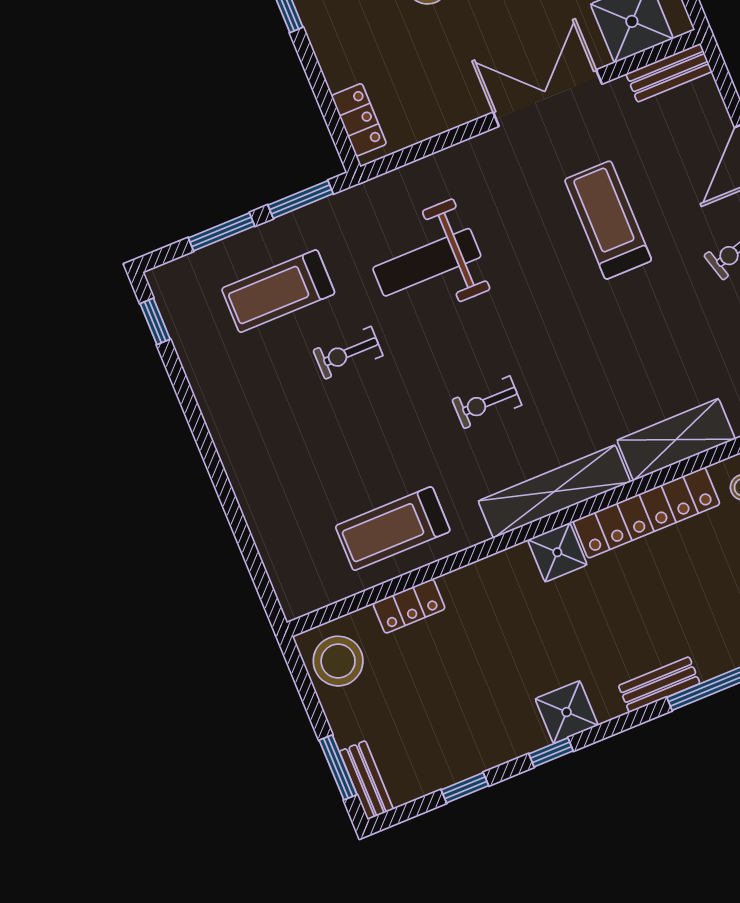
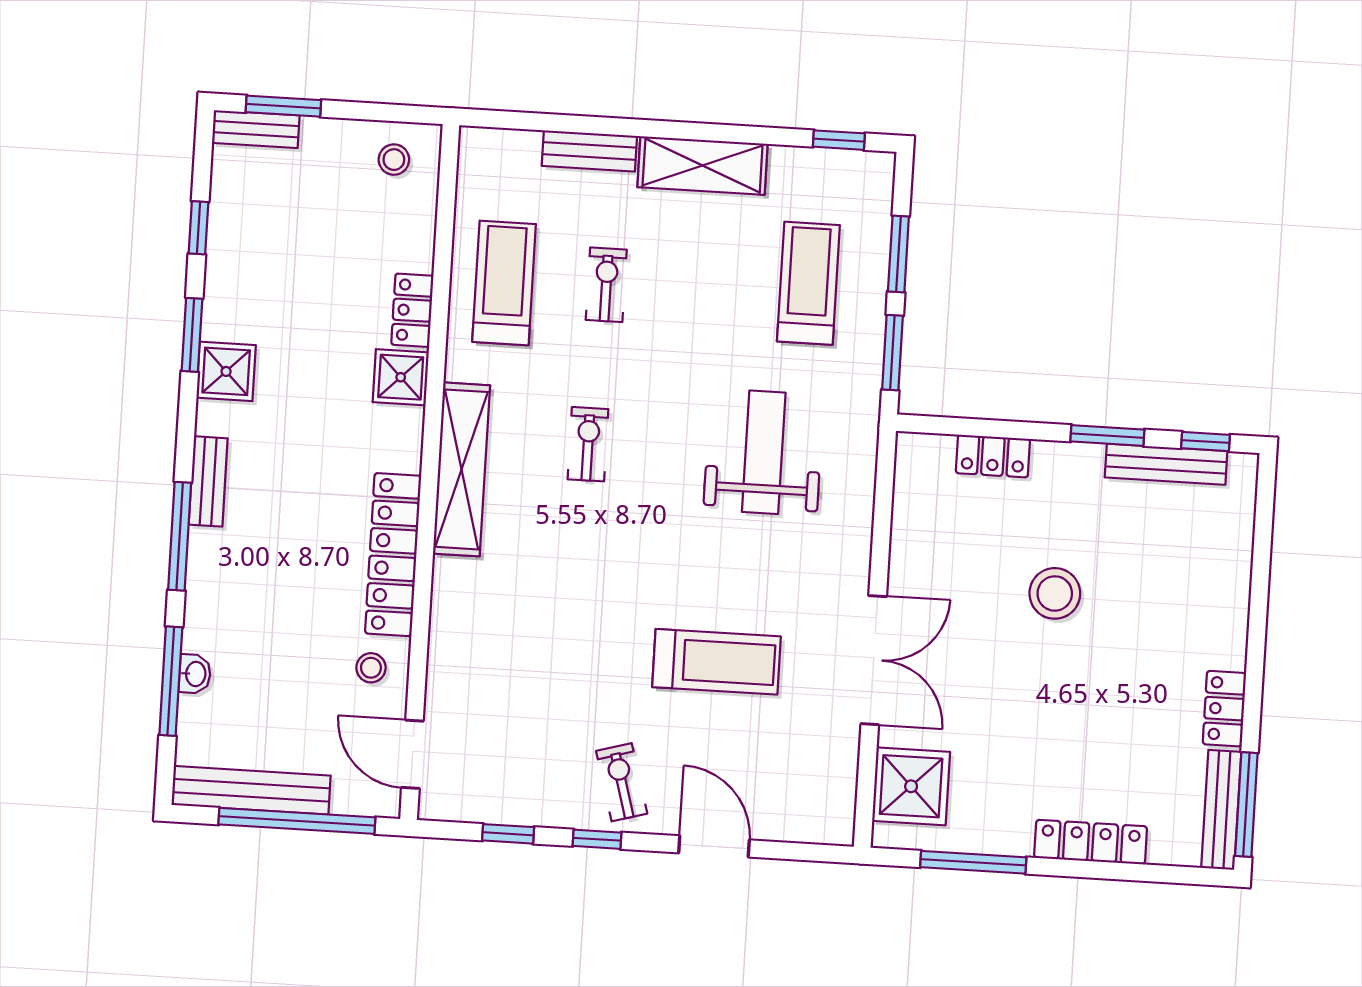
bench: (669, 73) -> (589, 151), moved, turned 90
locker: (359, 120) -> (993, 456), moved
exercise bike: (348, 353) -> (606, 285), moved
shelving: (676, 440) -> (703, 166), moved, turned 90
shower: (557, 552) -> (401, 377), moved
locker: (409, 606) -> (412, 310), moved
stool: (338, 661) -> (394, 160), width x0.53, depth x0.53
window: (551, 752) -> (192, 335), width x1.50

